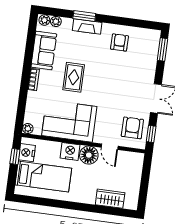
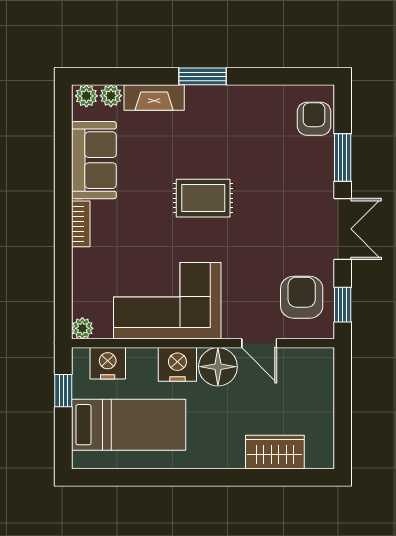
window: (84, 16) -> (203, 76), moved
fireplace: (87, 27) -> (154, 97), moved
armchair: (119, 42) -> (314, 119), moved
window: (163, 50) -> (343, 158), moved
rug: (74, 77) -> (203, 198), moved, turned 90
nightstand: (27, 153) -> (108, 363), moved, turned 90

